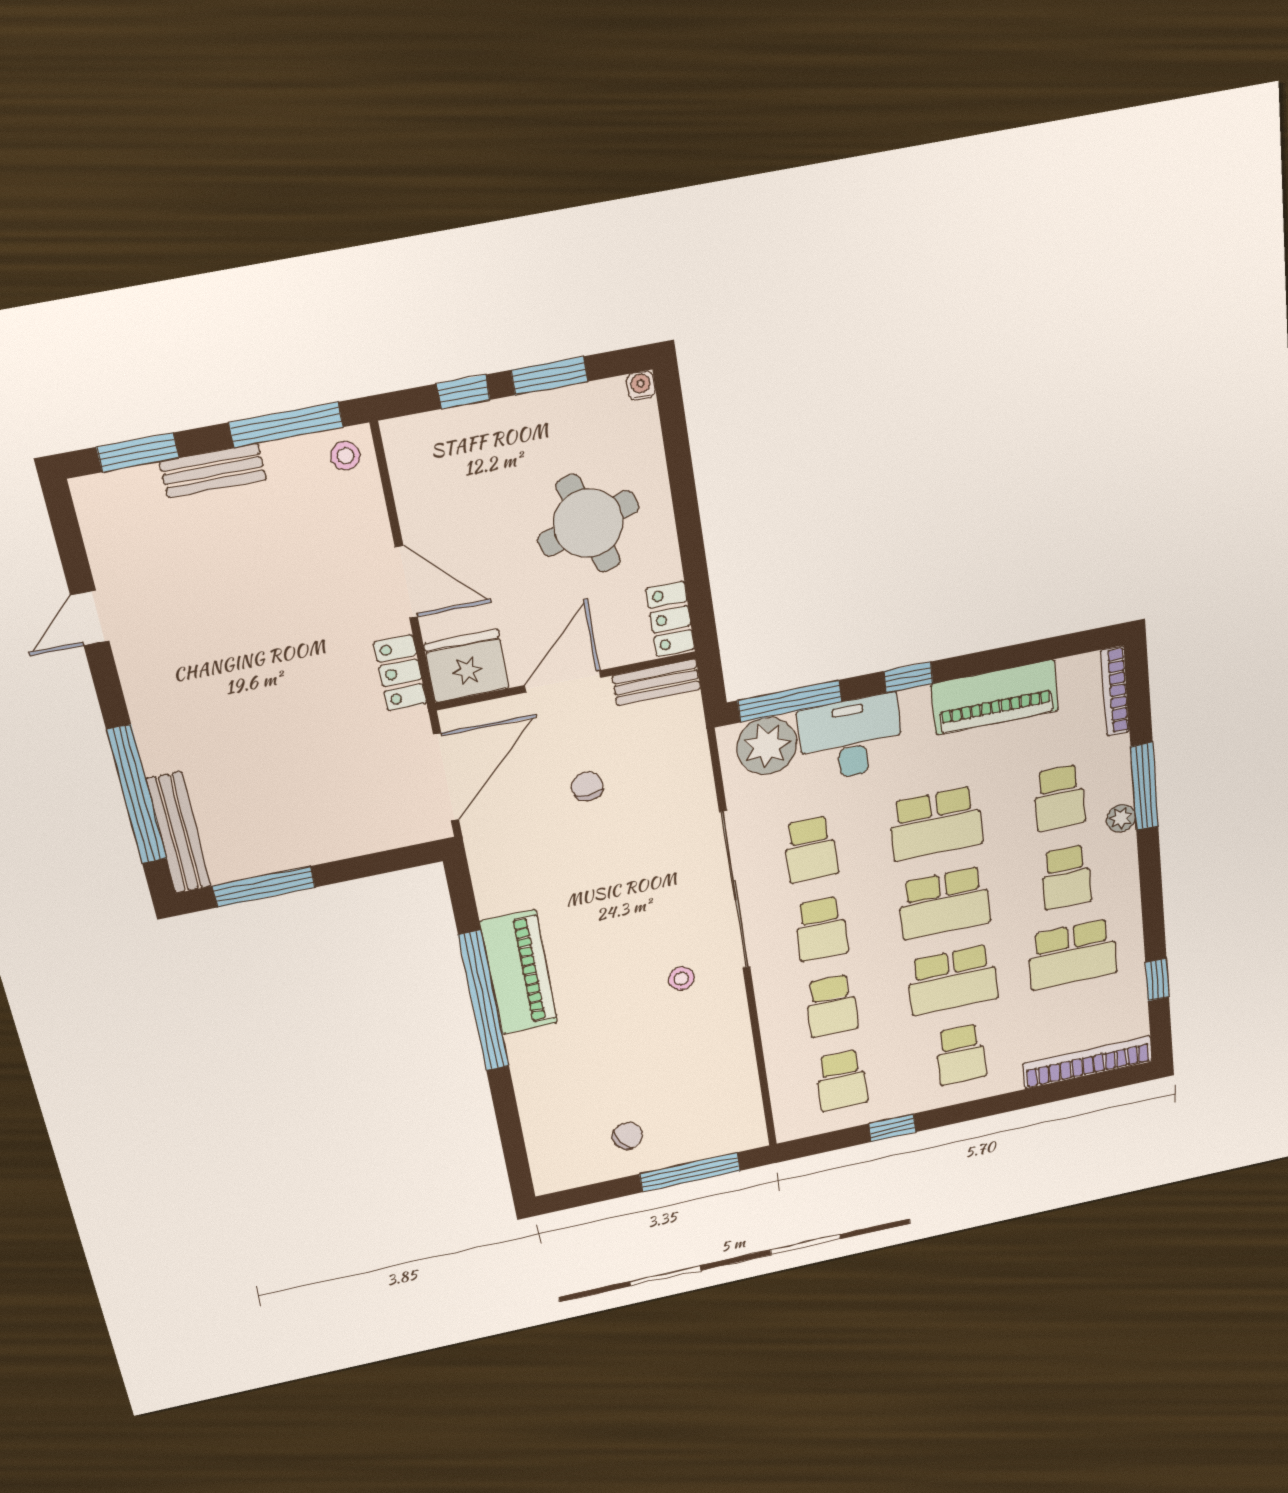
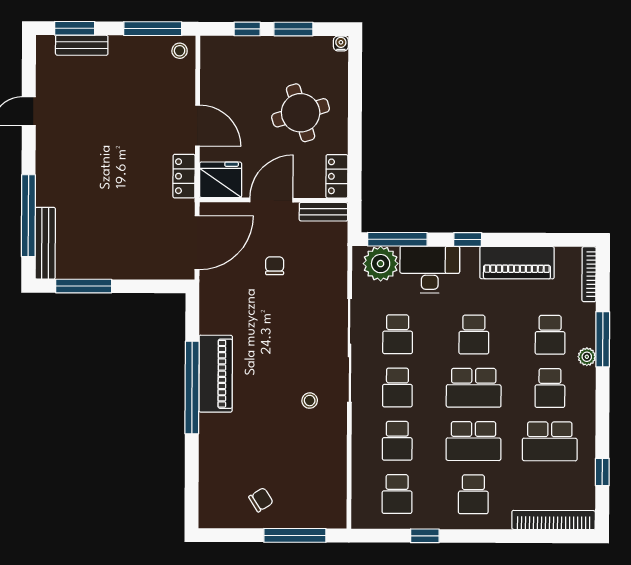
bench: (213, 471) -> (82, 45), moved
school desk: (936, 823) -> (474, 335), width x0.54

